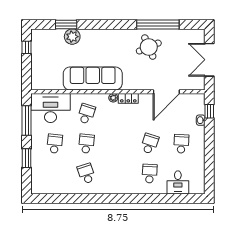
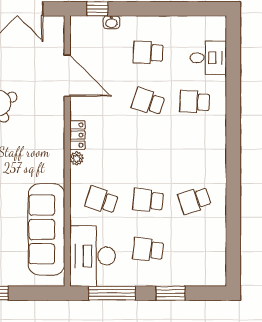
sofa: (93, 78) -> (46, 229), moved

